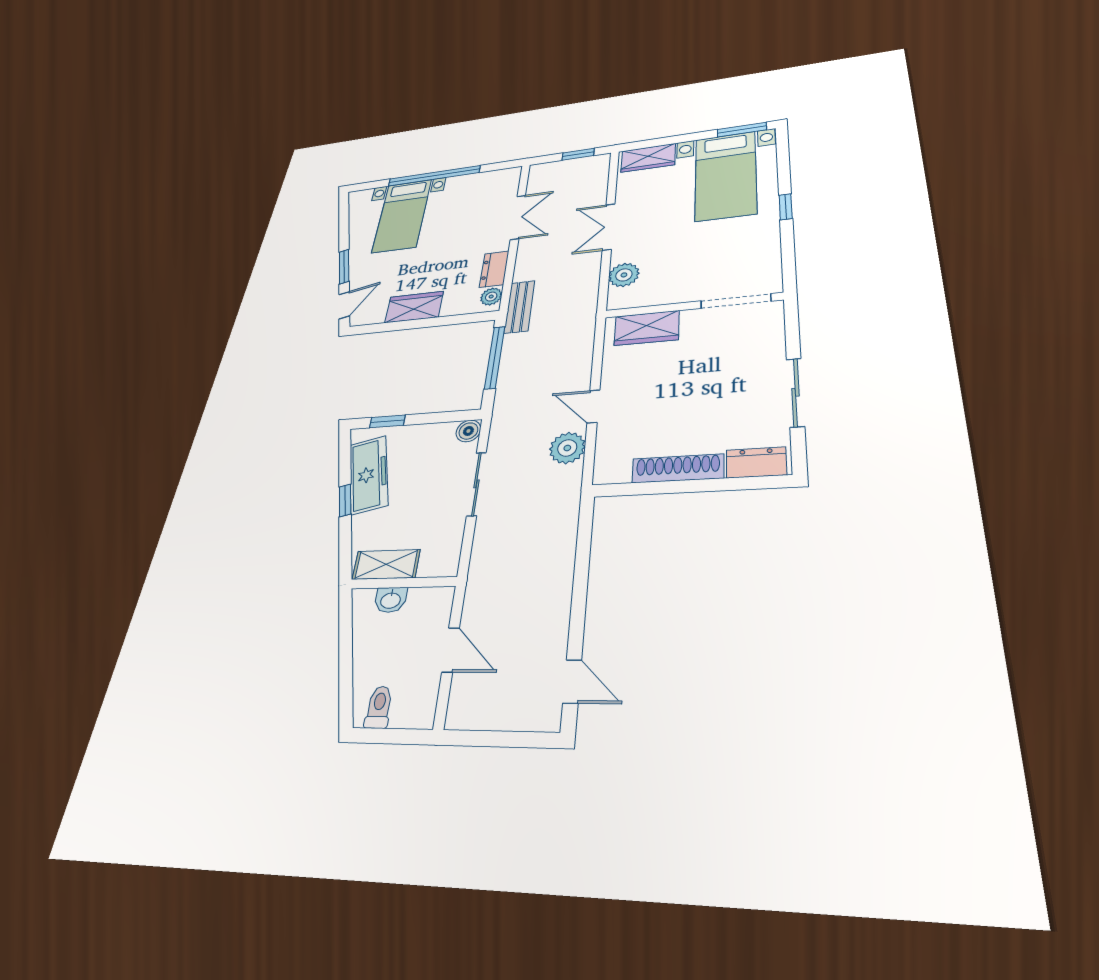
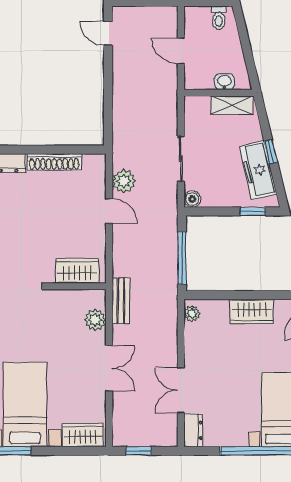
dresser: (494, 269) -> (193, 430), moved
bench: (519, 307) -> (121, 301), moved

